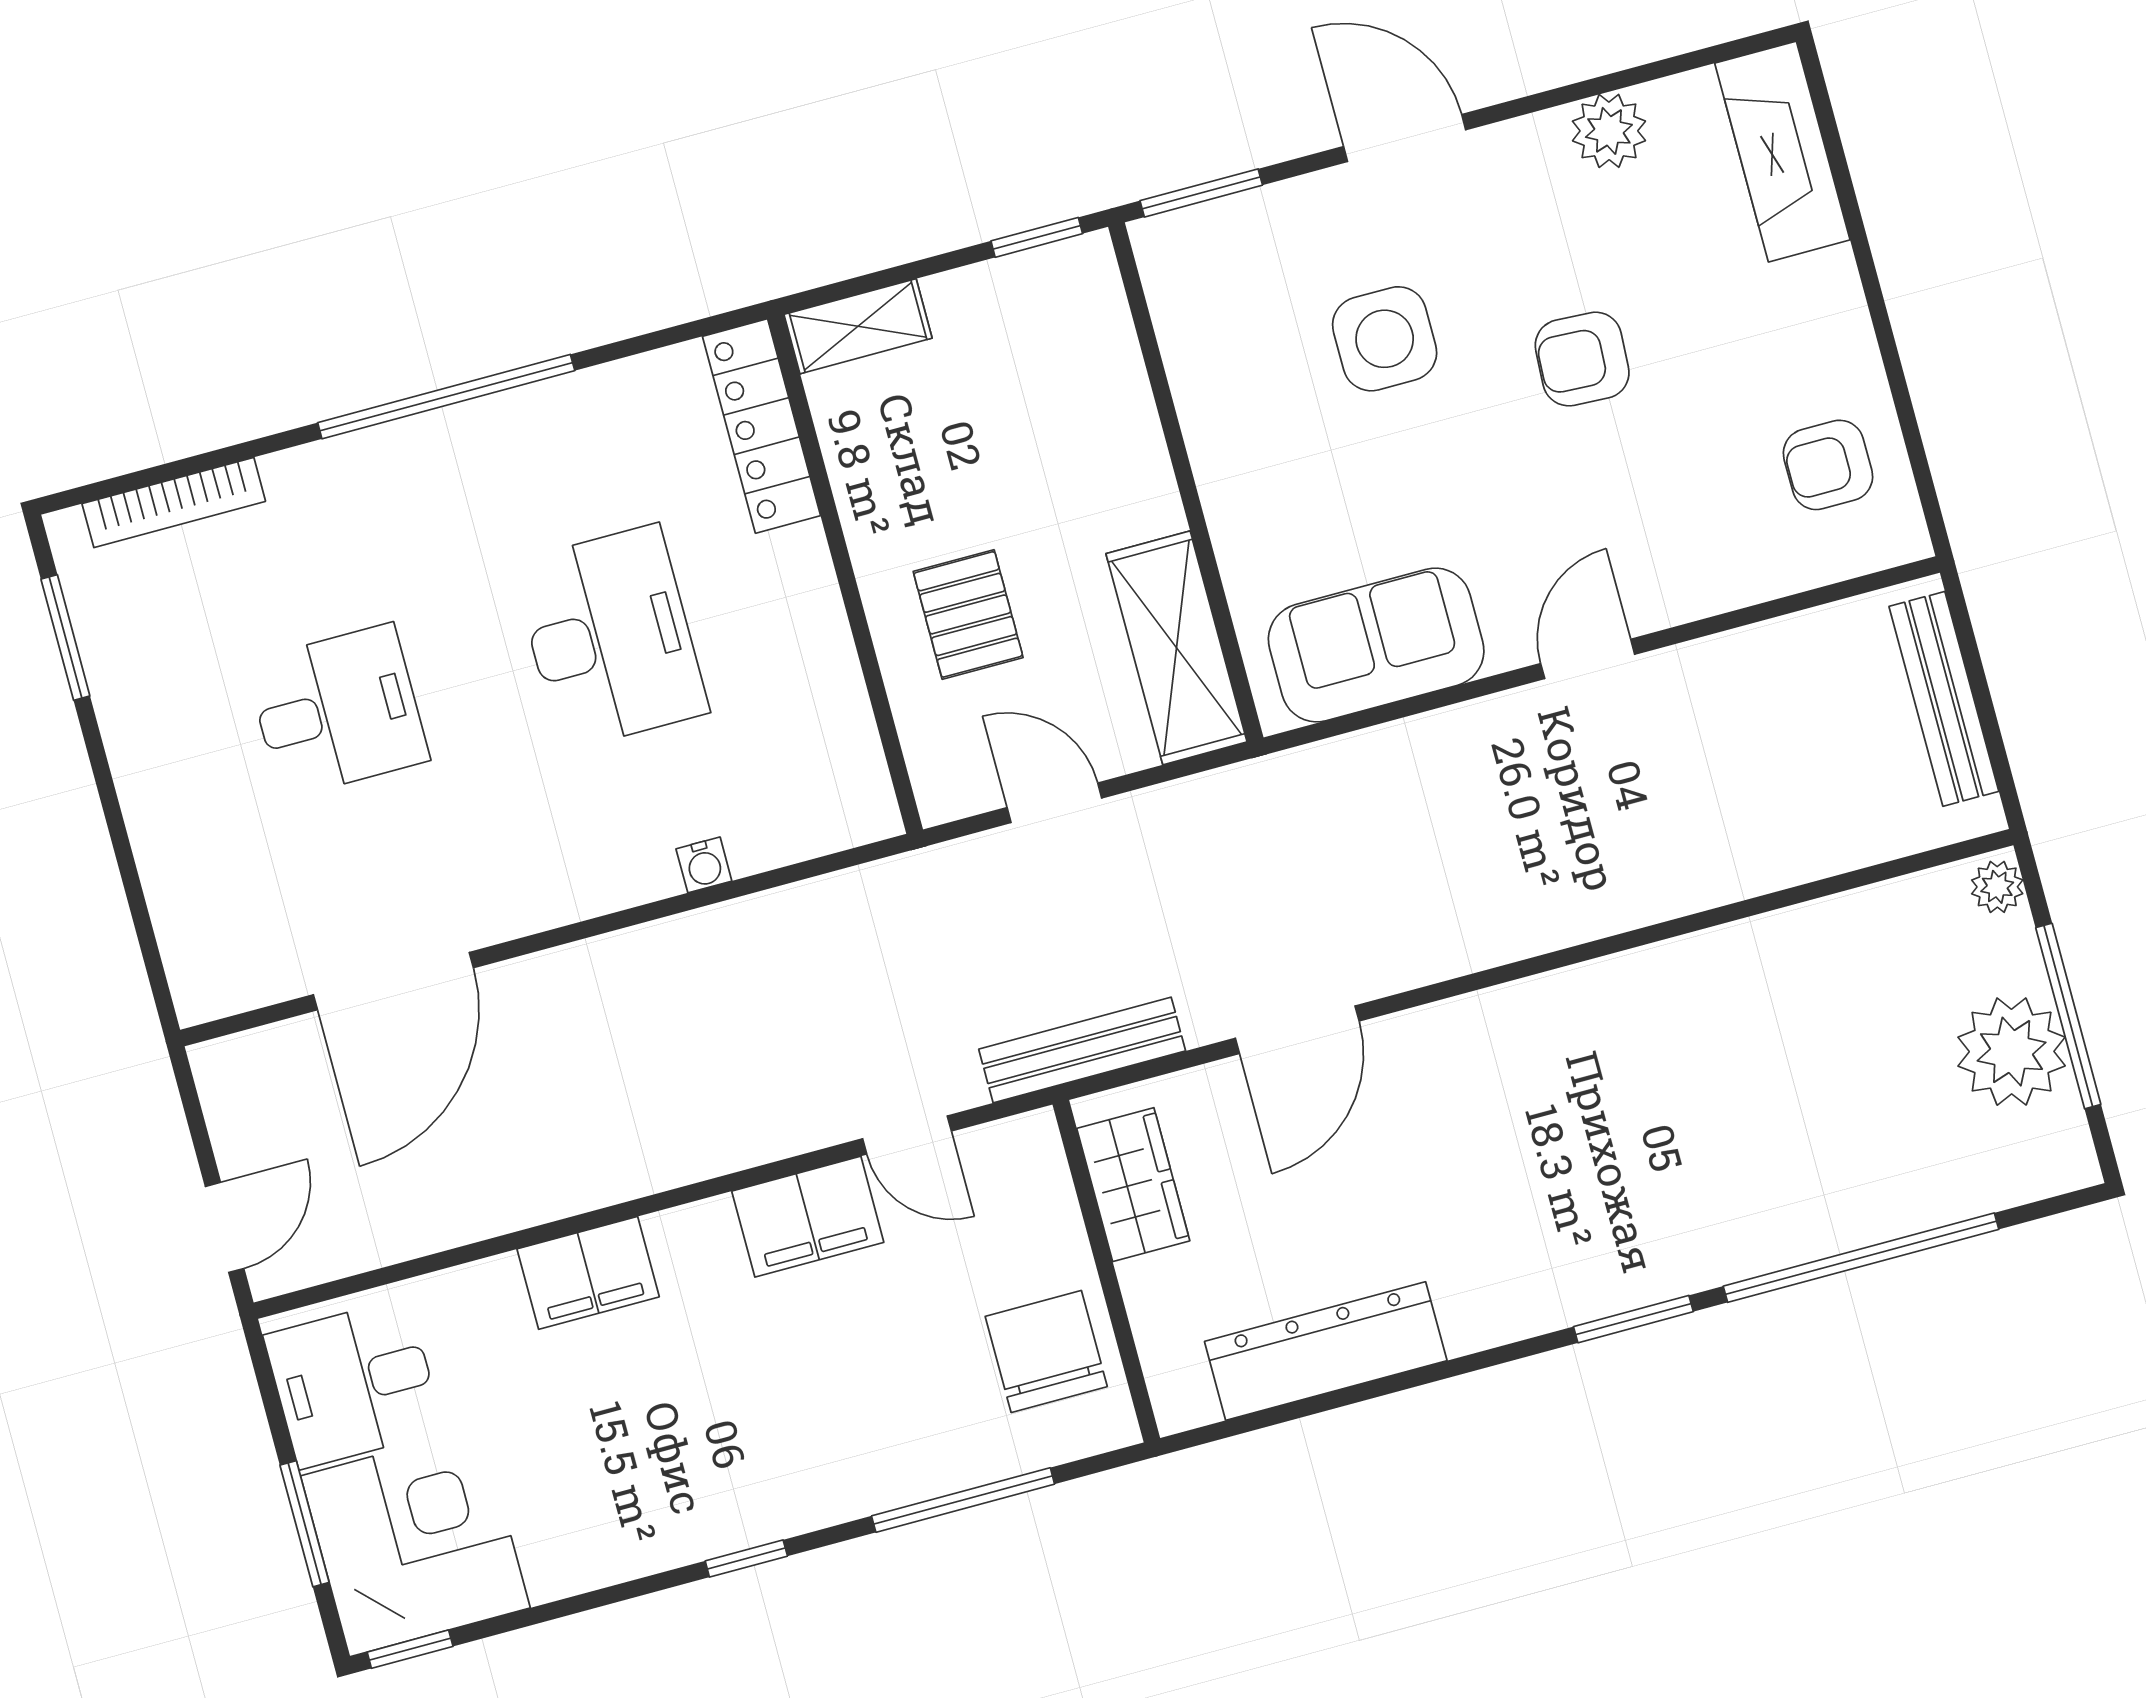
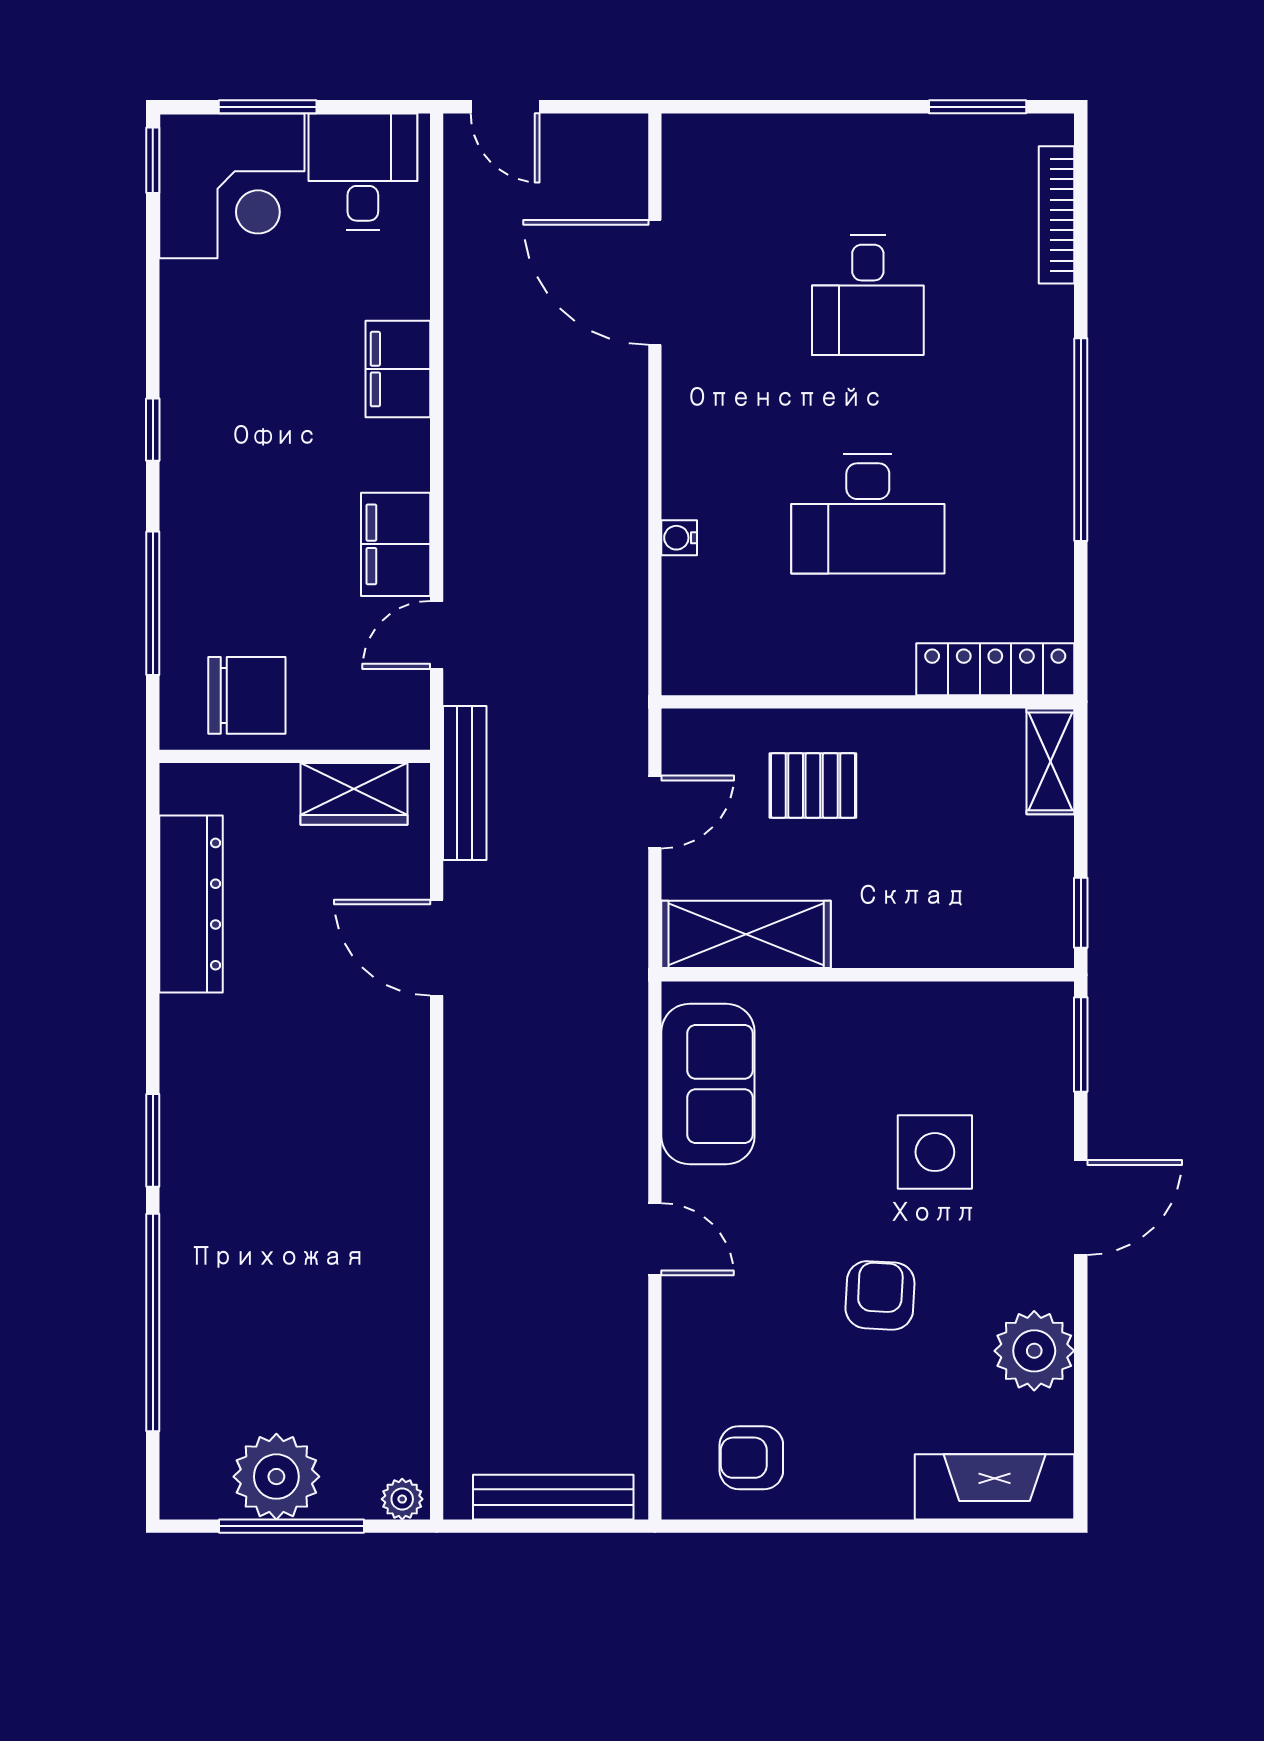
plant: (1609, 131) -> (1034, 1351), width x1.36, depth x1.36
armchair: (1828, 465) -> (751, 1458), turned -90

